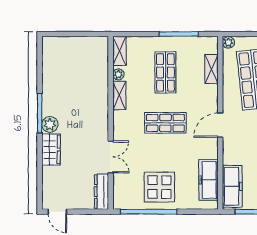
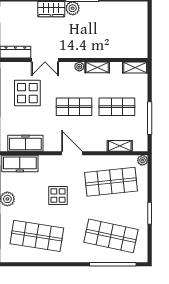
plant: (118, 74) -> (79, 67), moved
shop shelf: (165, 123) -> (74, 107), turned 90
display table: (159, 187) -> (27, 93), moved

